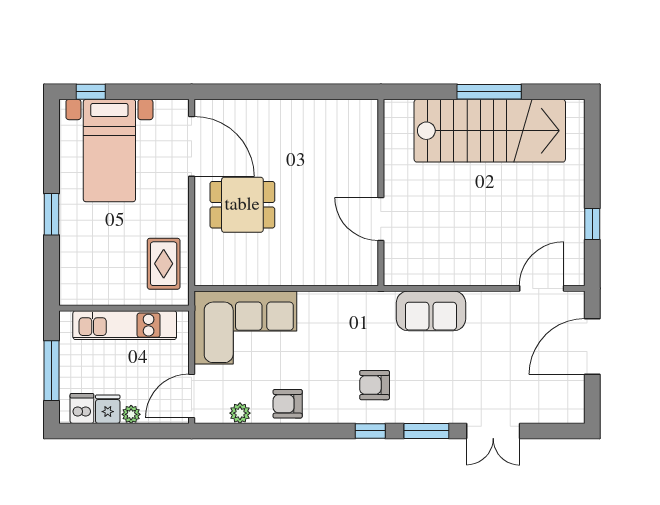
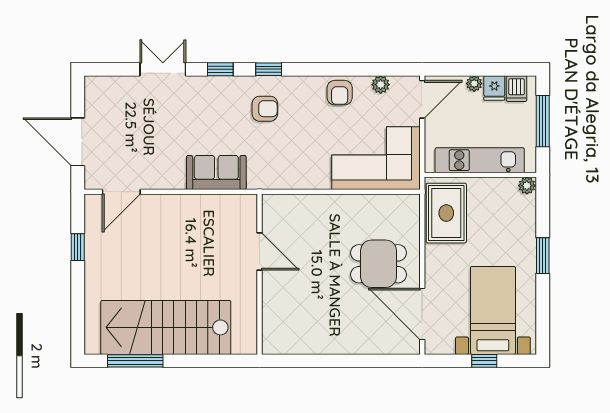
window: (91, 92) -> (484, 361), moved
window: (489, 92) -> (135, 361), moved
rug: (164, 264) -> (446, 213), width x1.36, depth x1.43
plant: (70, 296) -> (527, 186), added
door: (592, 347) -> (78, 142), swing flipped
armchair: (288, 404) -> (340, 93), turned 90
window: (426, 431) -> (220, 69), width x0.67

